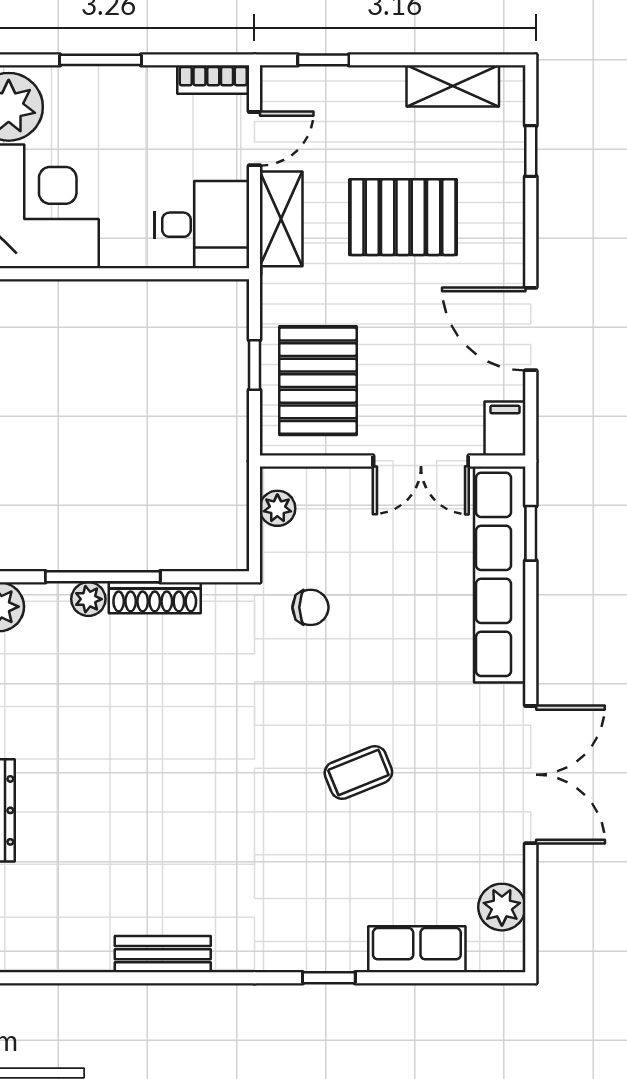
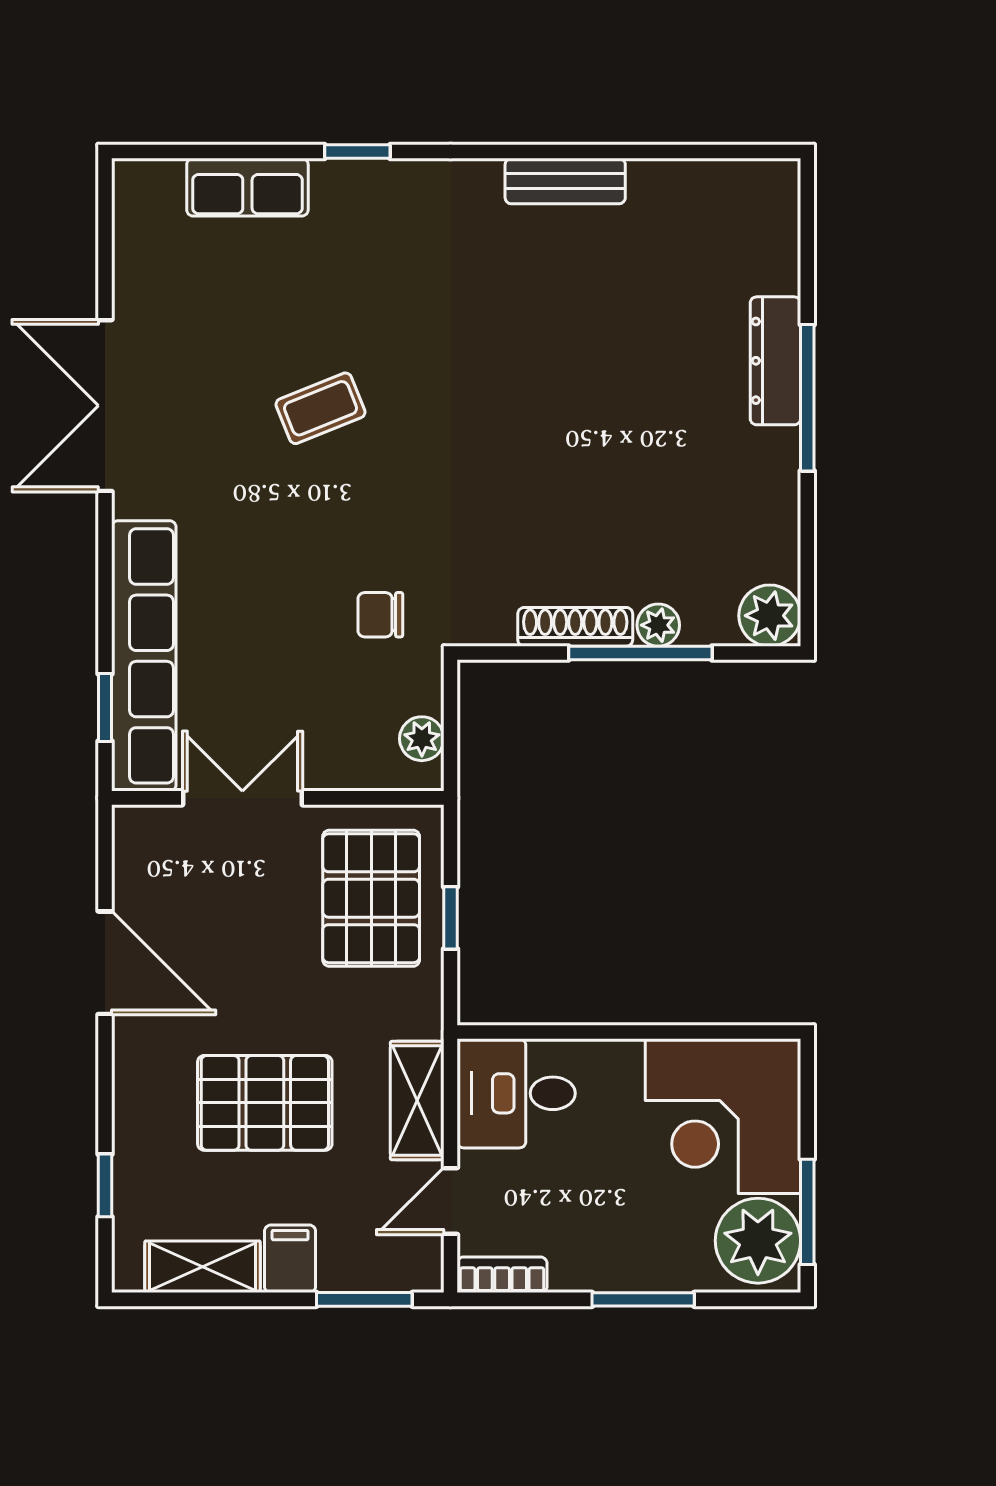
window: (323, 60) -> (364, 1299), width x1.50
filing cabinet: (505, 428) -> (290, 1259), moved, turned 180
plant: (502, 907) -> (141, 240), removed

